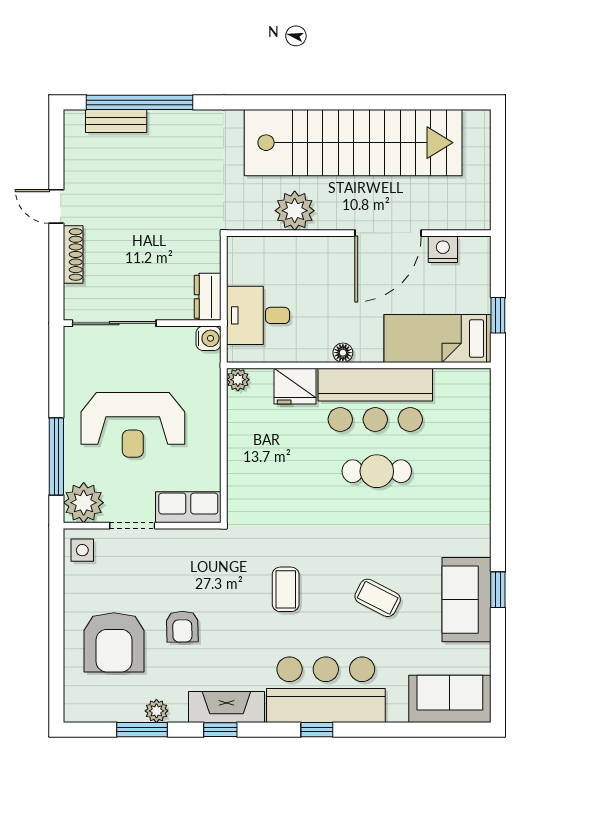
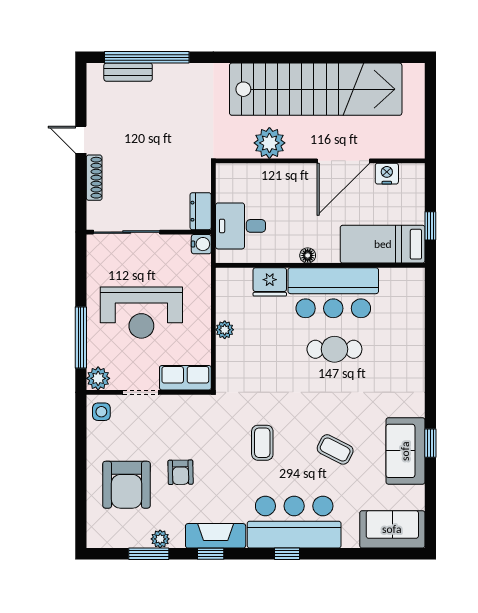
plant: (238, 380) -> (225, 330), moved
plant: (84, 503) -> (98, 378), width x0.73, depth x0.73

